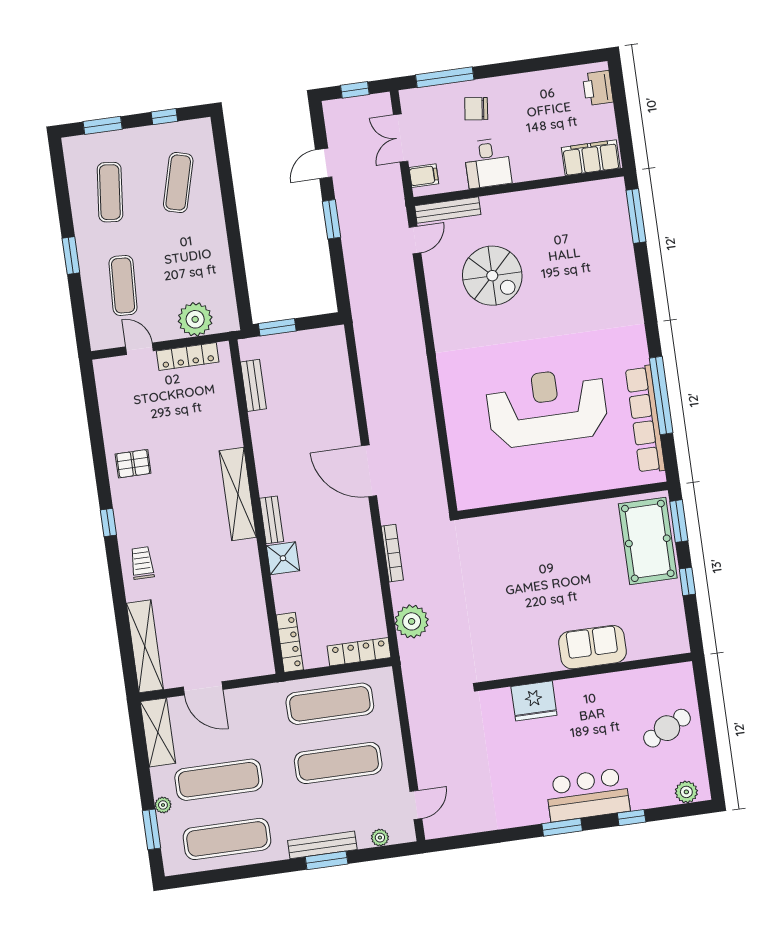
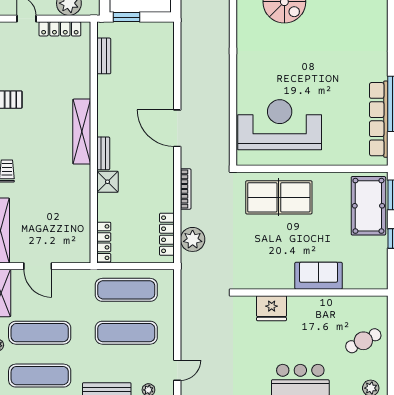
reception desk: (547, 407) -> (280, 125), moved
table tennis table: (523, 547) -> (279, 197), added
locker: (359, 652) -> (167, 234), moved, turned -90

